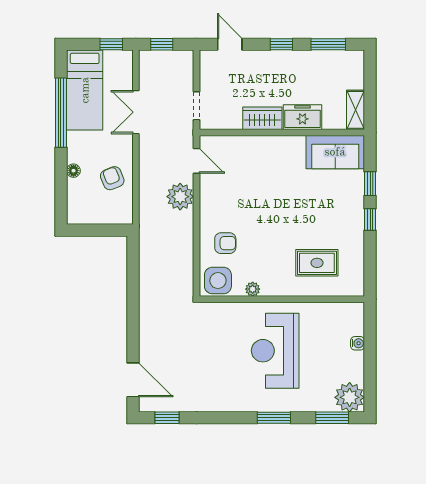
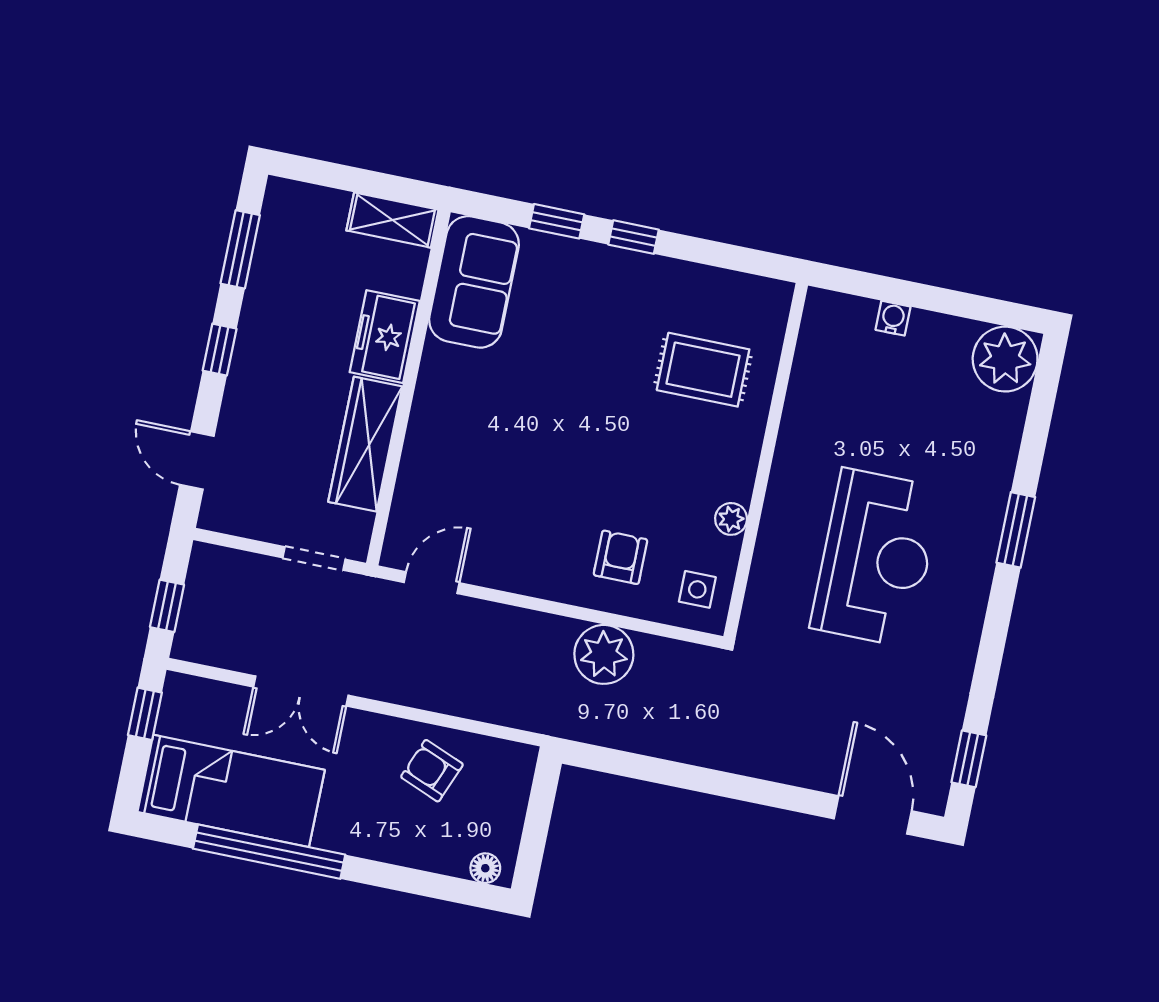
door: (230, 44) -> (197, 460), hinge flipped
wardrobe: (262, 118) -> (365, 444), width x1.50
floor lamp: (73, 171) -> (485, 868), moved
armchair: (112, 178) -> (432, 771), turned 44
plant: (180, 197) -> (604, 654), moved
rug: (317, 263) -> (703, 370), turned 90
side table: (218, 281) -> (697, 589), width x0.54, depth x0.54
reception desk: (275, 351) -> (876, 558), moved, turned -90
door: (133, 380) -> (873, 815), hinge flipped
window: (332, 418) -> (1041, 405), removed

